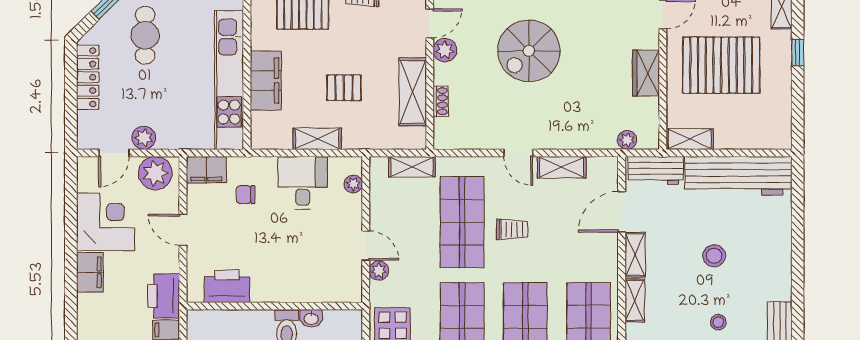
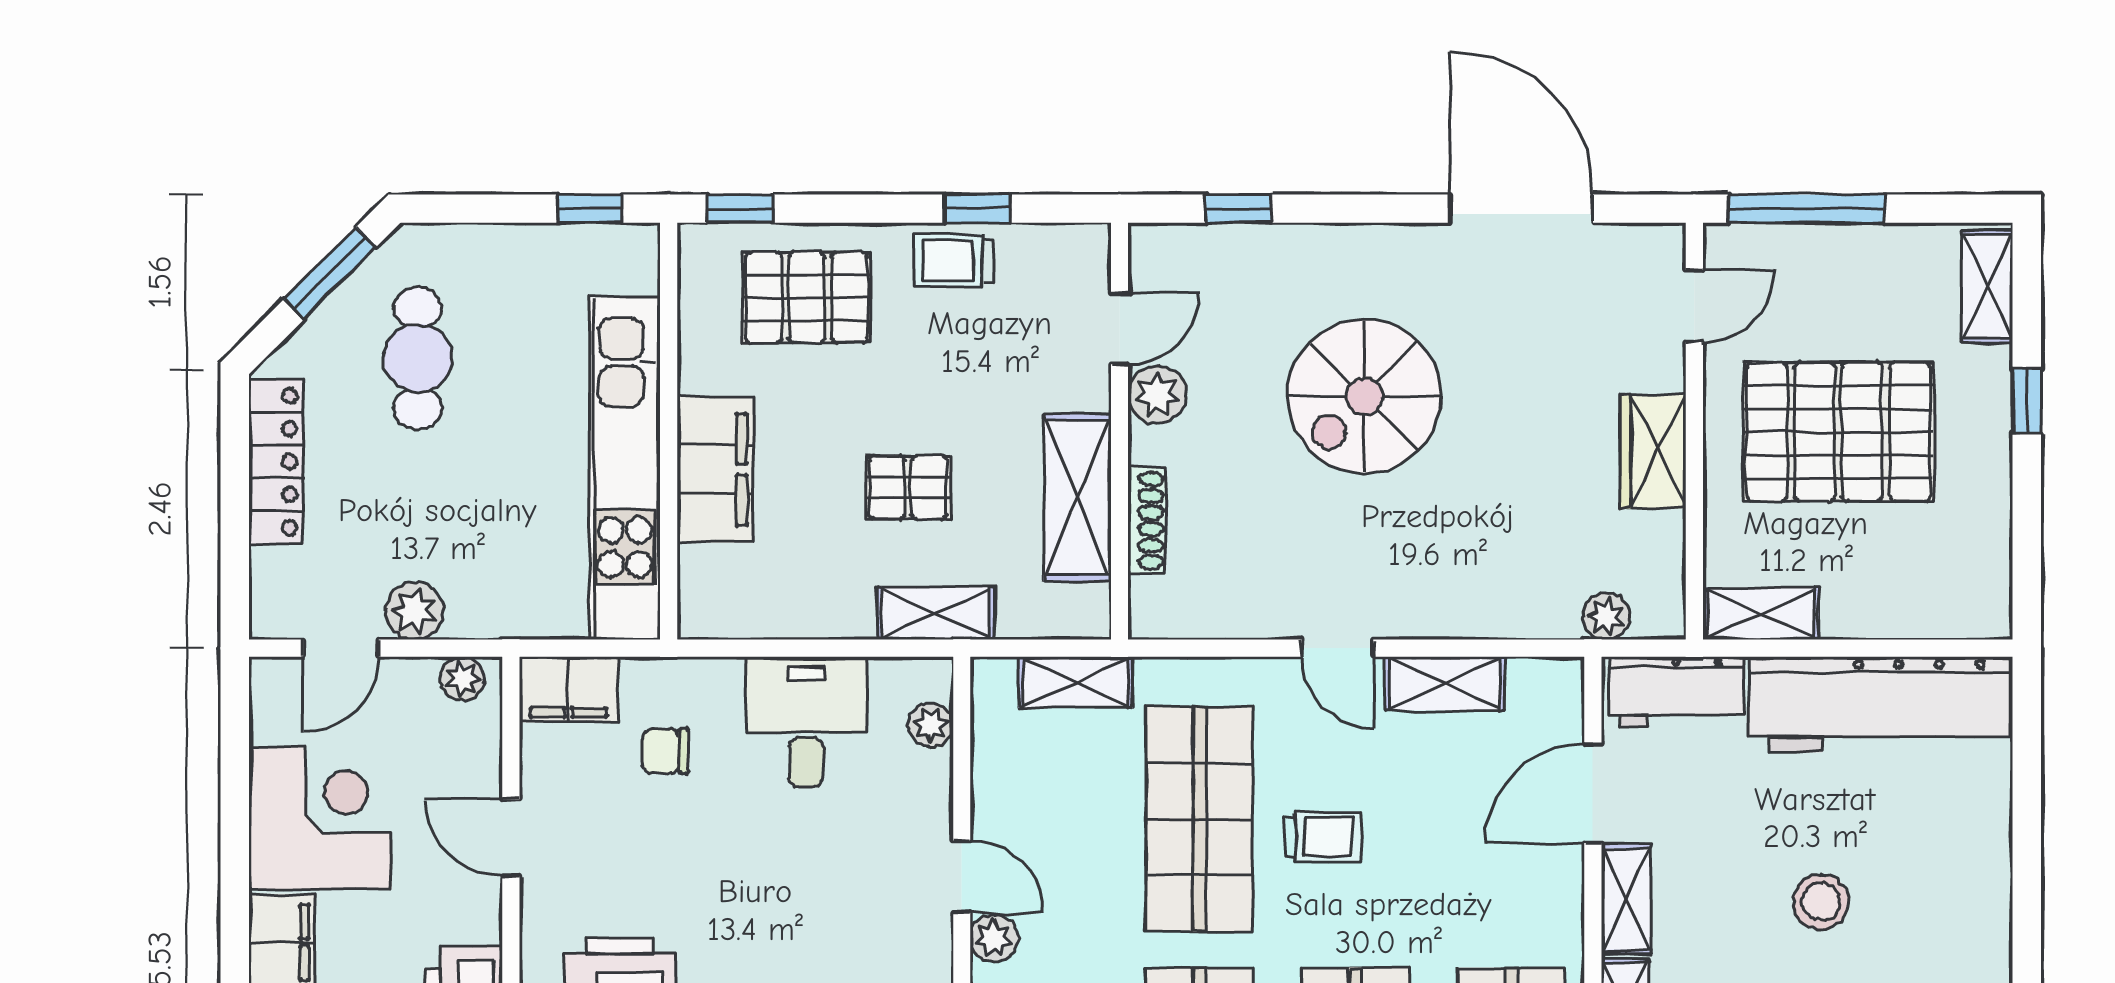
shoe rack: (441, 101) -> (1146, 521), width x1.43
shelving: (317, 139) -> (936, 613), moved
plant: (155, 173) -> (462, 679), width x0.53, depth x0.53

